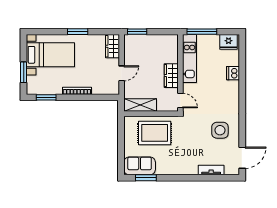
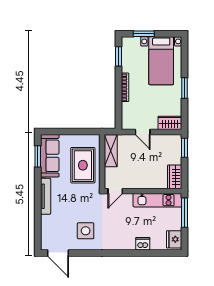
wardrobe: (171, 76) -> (175, 177), moved, turned -90
sofa: (140, 166) -> (50, 156), width x1.36
tv unit: (211, 170) -> (46, 196), moved, width x1.41

